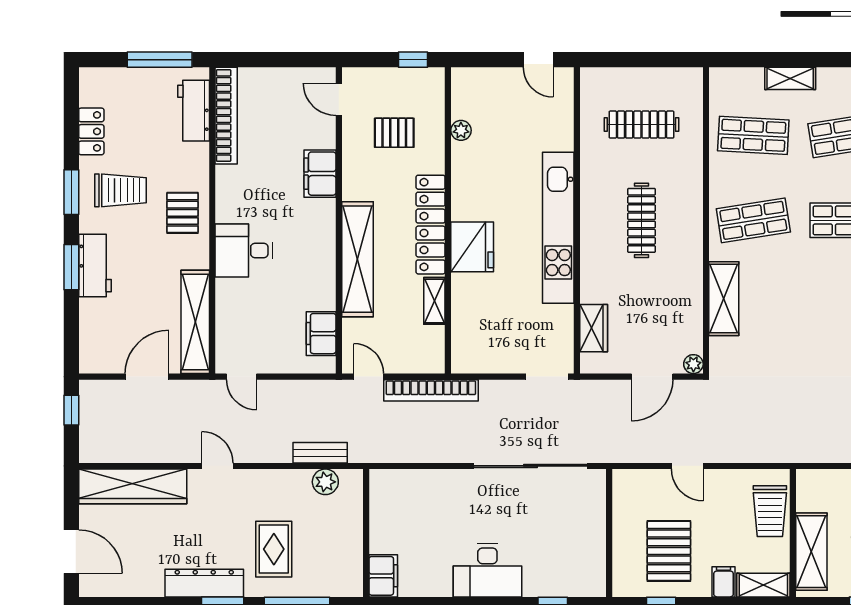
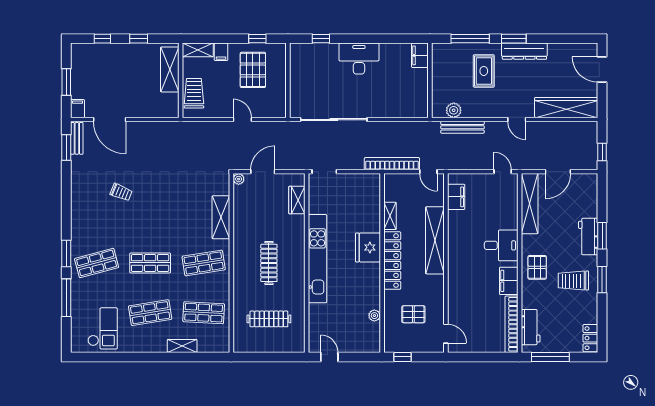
locker: (91, 131) -> (590, 338), moved
filing cabinet: (320, 174) -> (509, 281), moved, turned 180
bench: (320, 453) -> (462, 127), width x1.36

